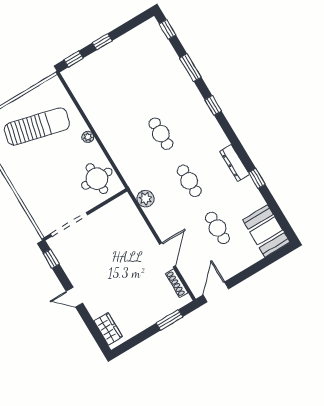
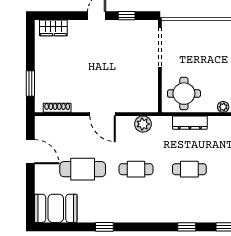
dresser: (234, 163) -> (190, 123), moved, turned 180
cafe table: (217, 228) -> (83, 169), width x1.37, depth x1.35
door: (167, 255) -> (103, 114), moved
window: (51, 259) -> (127, 16), moved
door: (216, 292) -> (30, 152), moved

